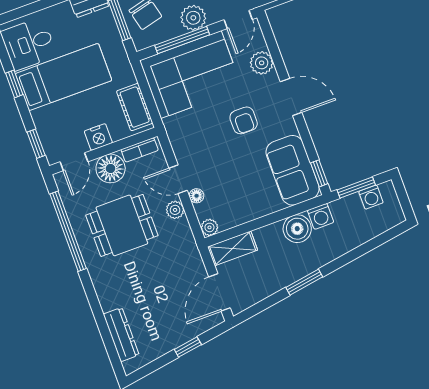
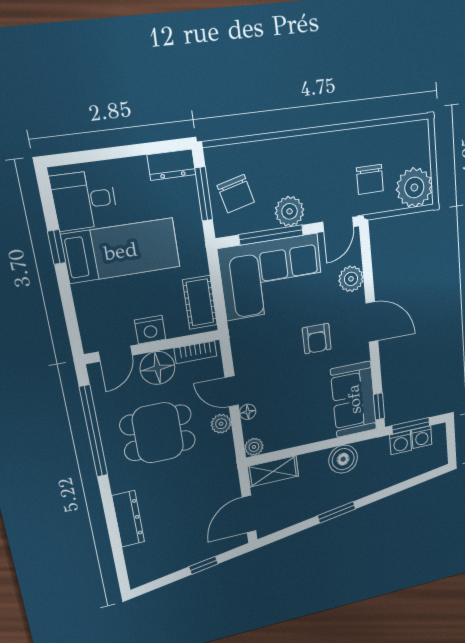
window: (36, 144) -> (72, 325), removed
washing machine: (321, 216) -> (401, 443), moved
dresser: (121, 334) -> (128, 519), moved

